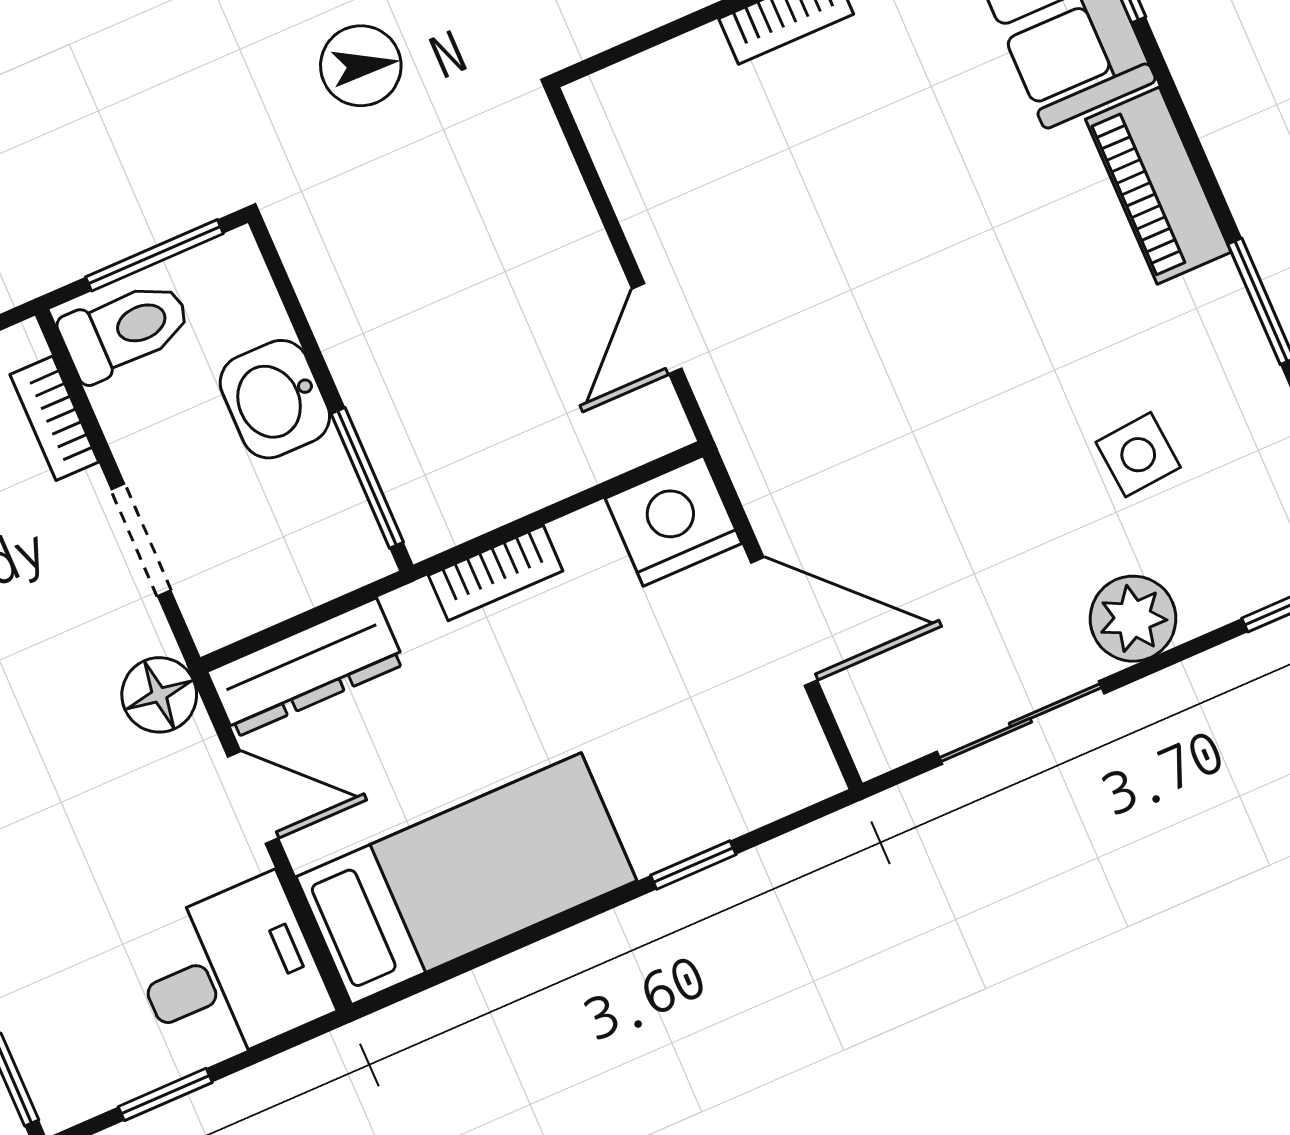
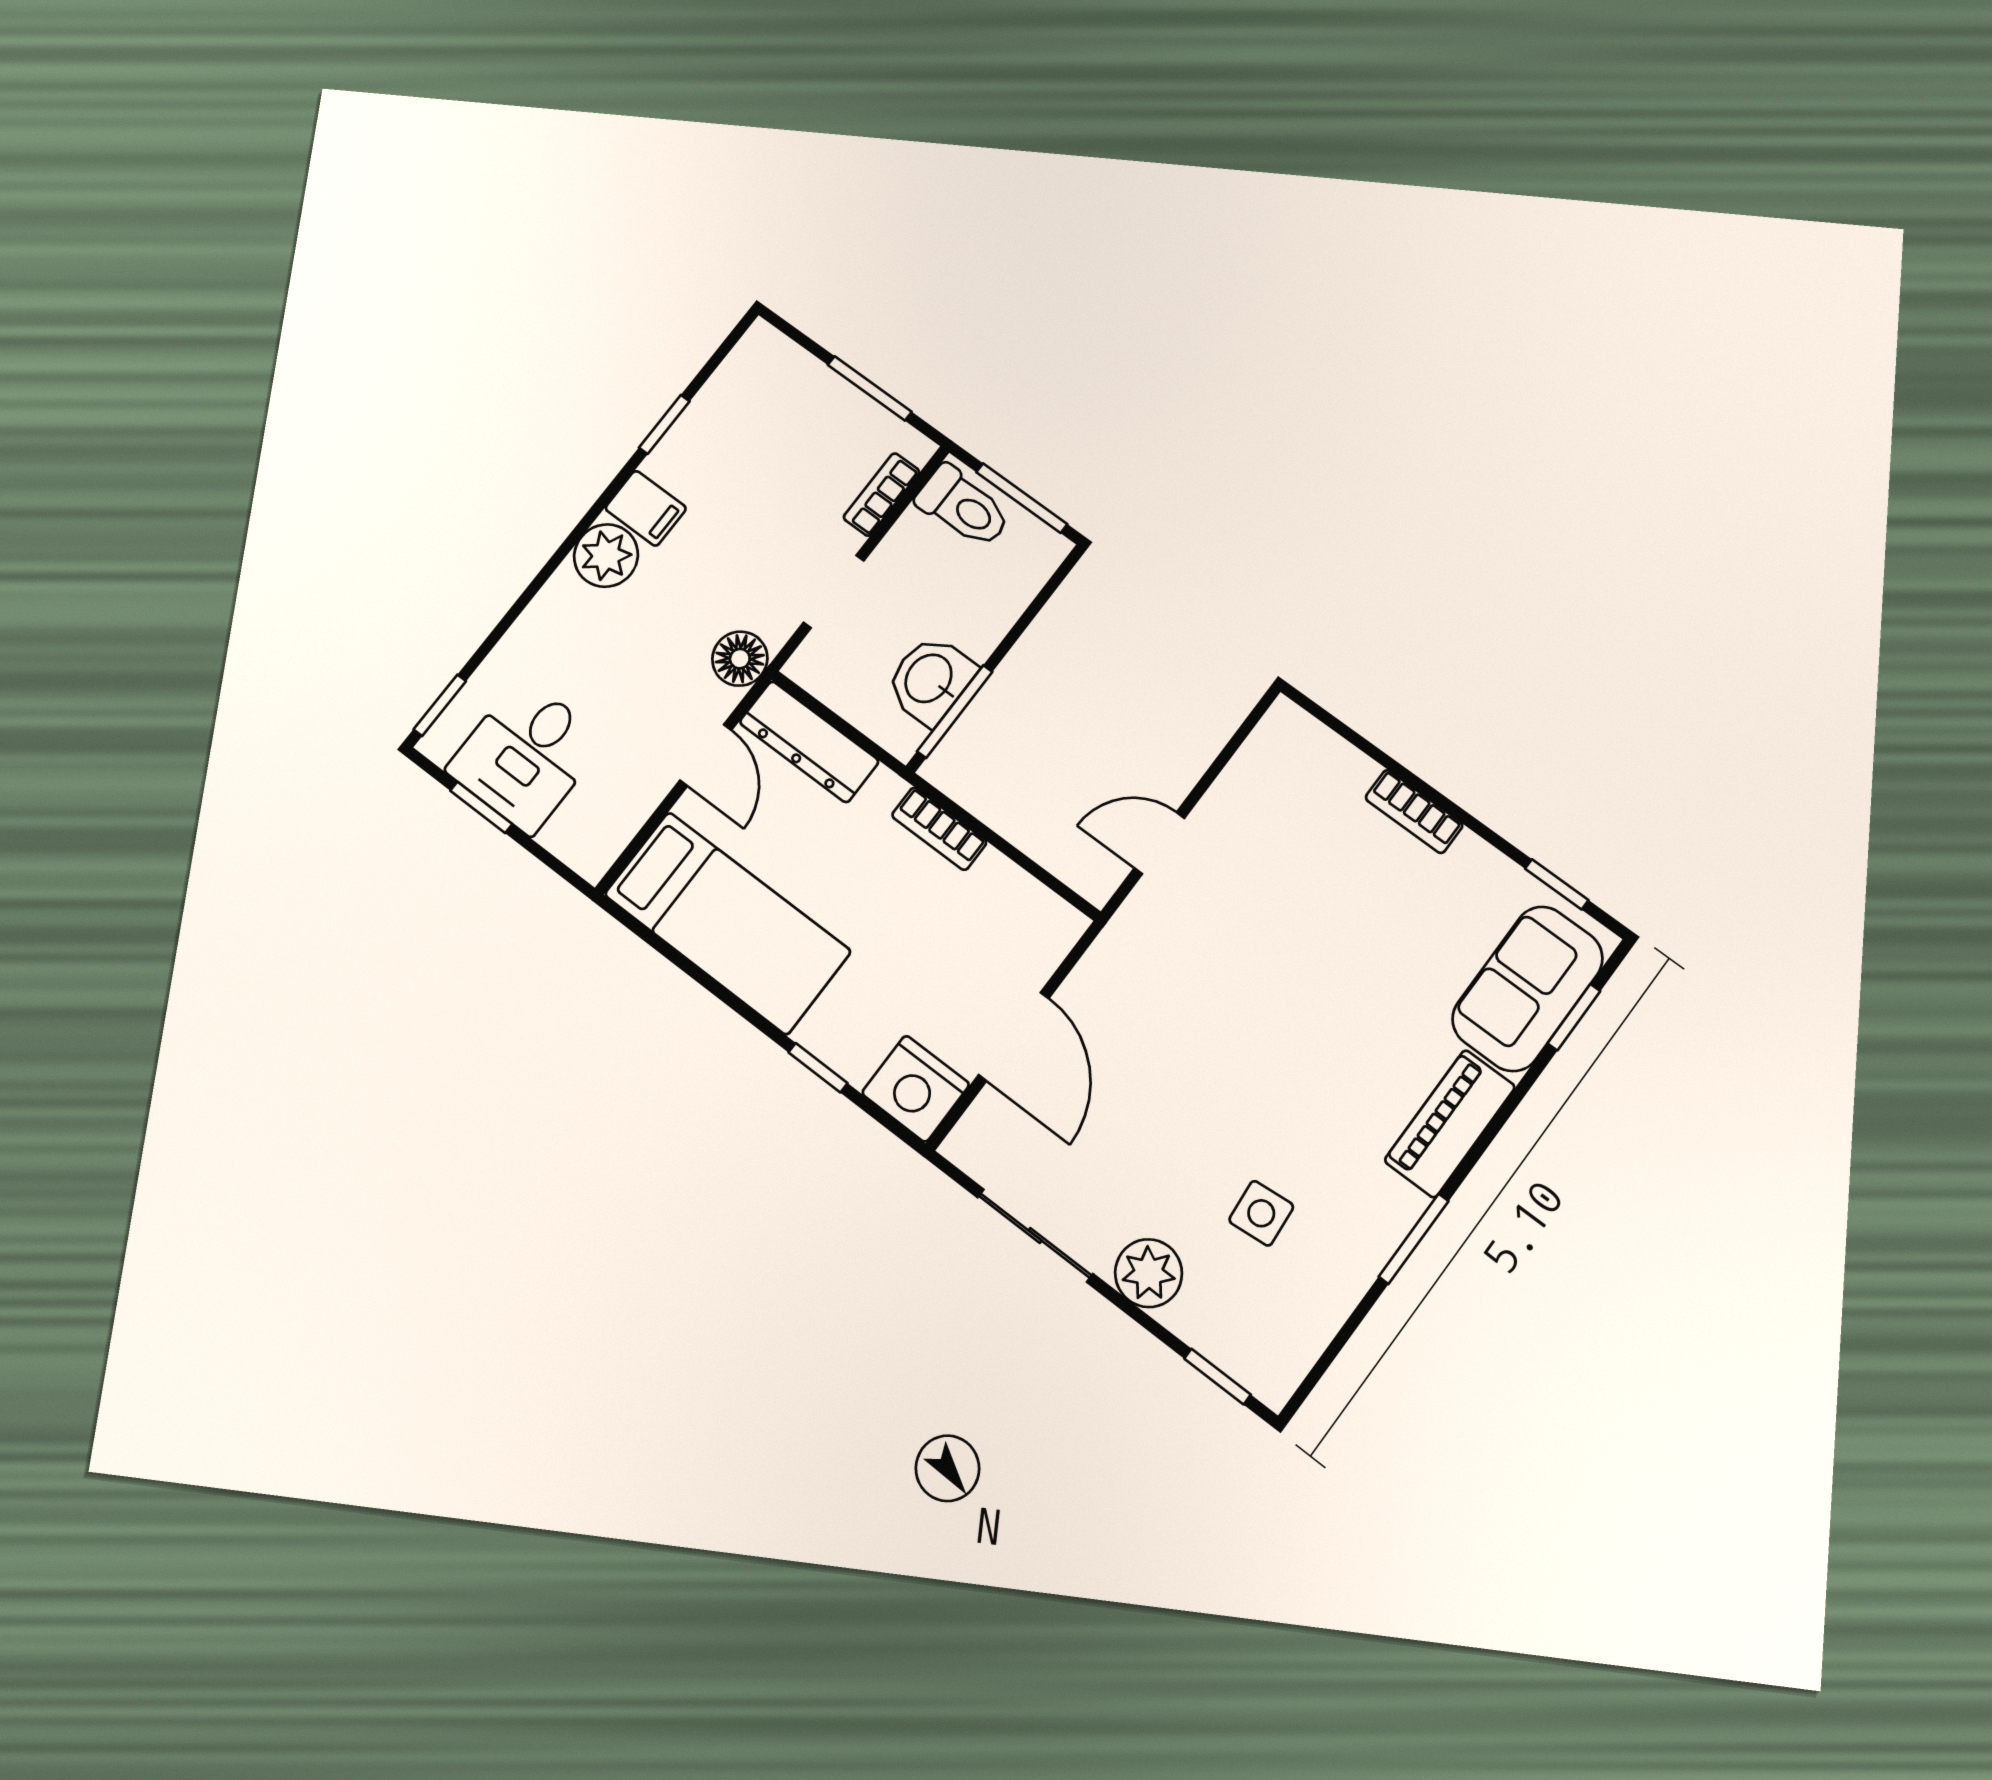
washbasin: (275, 399) -> (930, 680), moved
nightstand: (673, 521) -> (916, 1089), moved, turned 180
desk: (230, 973) -> (526, 755), moved, turned 90

